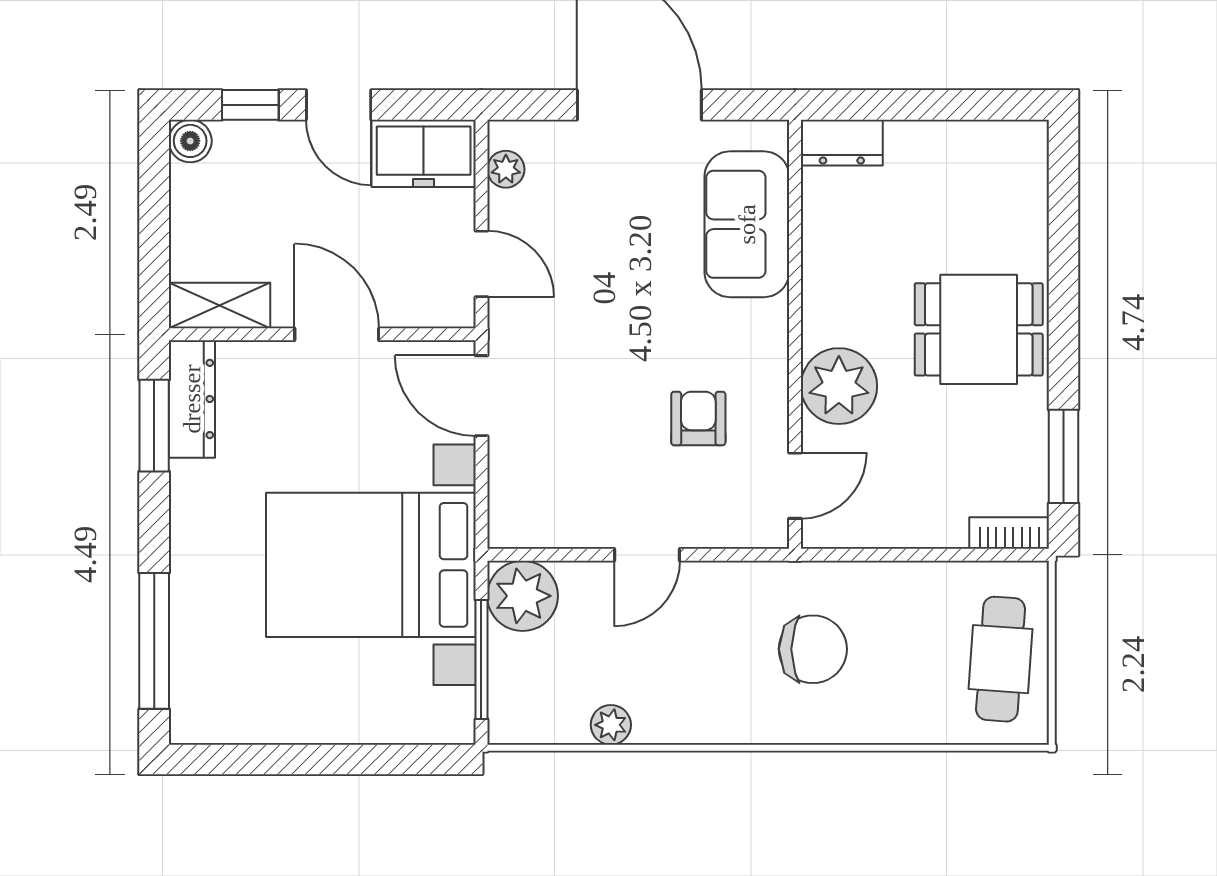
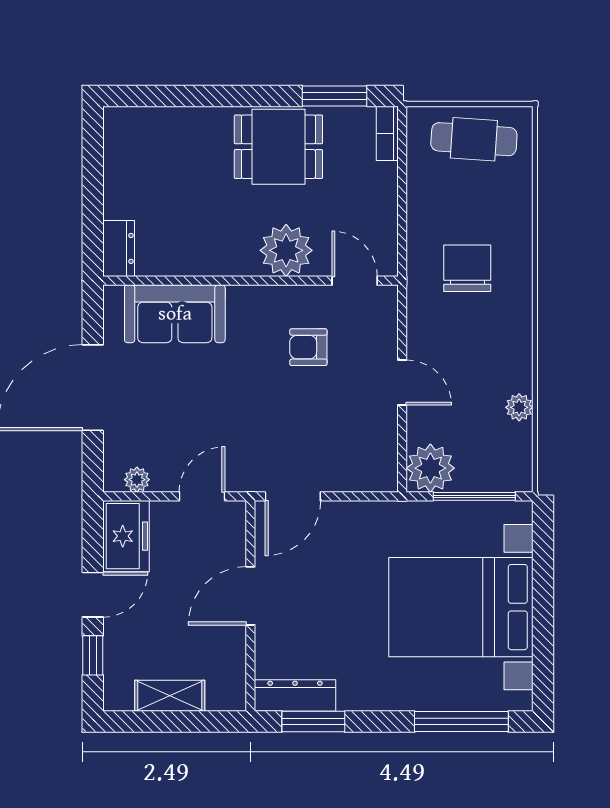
boiler: (190, 141) -> (117, 697), removed
shelving: (219, 306) -> (170, 696), moved, turned 90
dining table: (979, 329) -> (278, 147), moved, turned 90
bed with nightstands: (371, 565) -> (461, 607), moved, turned 90

